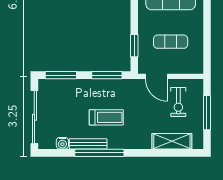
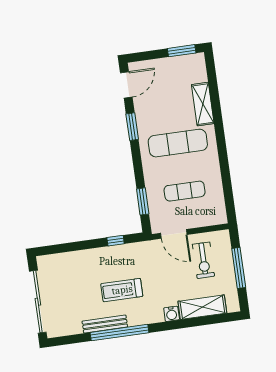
window: (61, 75) -> (62, 248), removed
window: (107, 75) -> (116, 241), width x0.46
treadmill: (106, 117) -> (122, 290), turned 180
water cooler: (62, 143) -> (172, 314), moved

